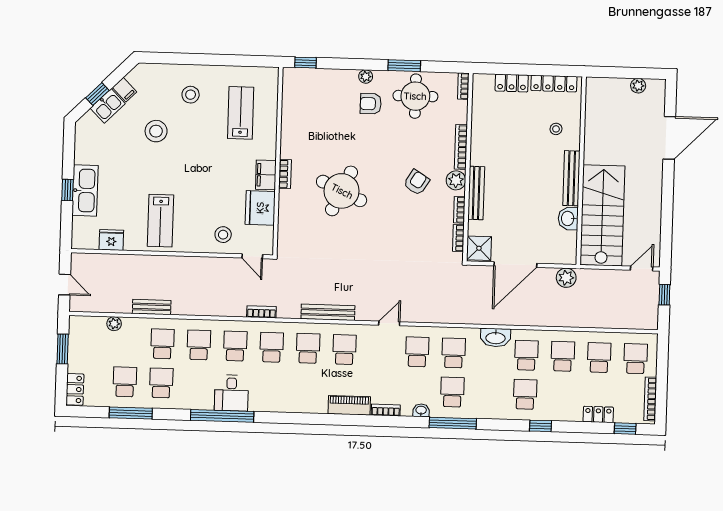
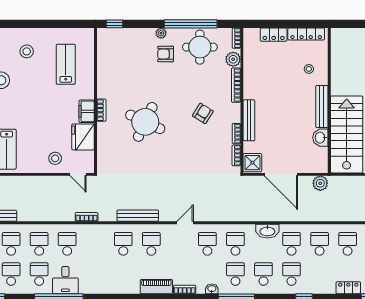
window: (404, 66) -> (191, 24), width x2.11
plant: (456, 180) -> (233, 59), moved
door: (515, 265) -> (281, 174), hinge flipped
school desk: (272, 347) -> (39, 274), moved
school desk: (489, 393) -> (263, 274), added

